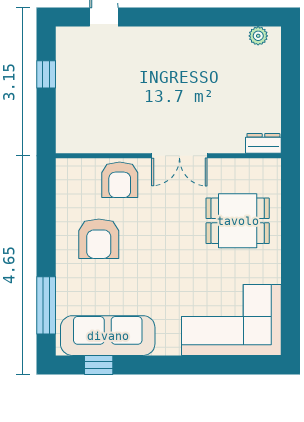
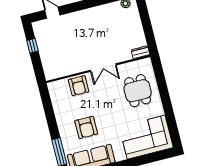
dining table: (238, 221) -> (138, 91), turned 90
armchair: (99, 239) -> (86, 127), moved

